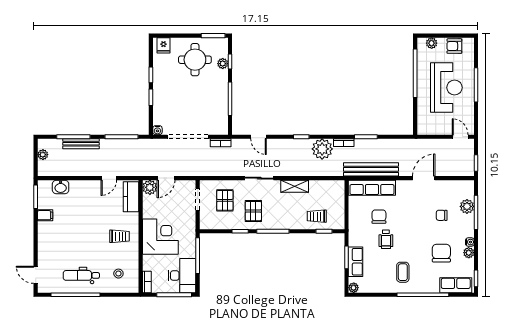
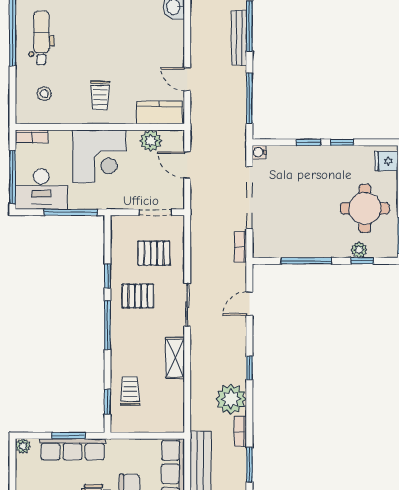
plant: (150, 187) -> (151, 141), moved
row of seats: (356, 262) -> (73, 449), width x1.48

